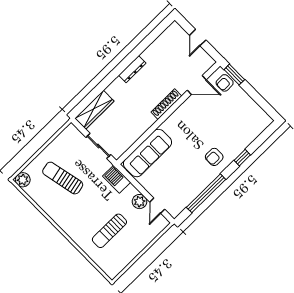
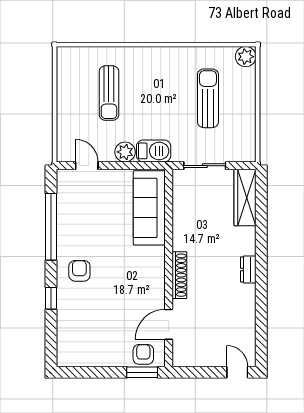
door: (198, 38) -> (237, 372), moved
dresser: (132, 69) -> (248, 269), width x0.70
sun lounger: (63, 178) -> (208, 98), turned -78
plant: (140, 202) -> (125, 152), moved
sun lounger: (109, 231) -> (109, 93), turned 180

